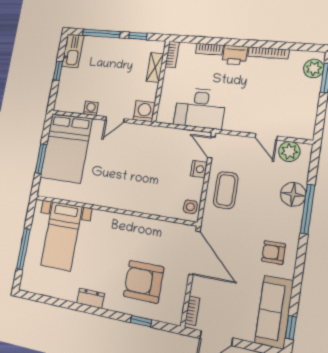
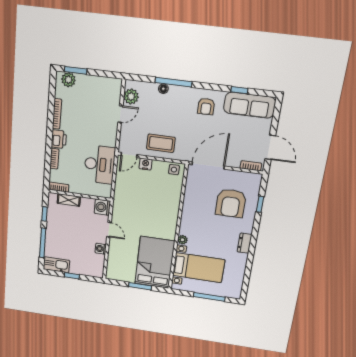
bed: (66, 148) -> (155, 262), moved, turned -90
floor lamp: (293, 194) -> (163, 89), width x0.53, depth x0.53
plant: (98, 216) -> (183, 240), added
window: (291, 327) -> (239, 90), moved

